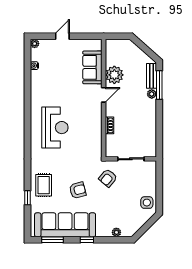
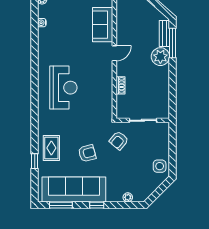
plant: (114, 75) -> (126, 32), removed
plant: (152, 94) -> (160, 57), width x1.87, depth x1.87

